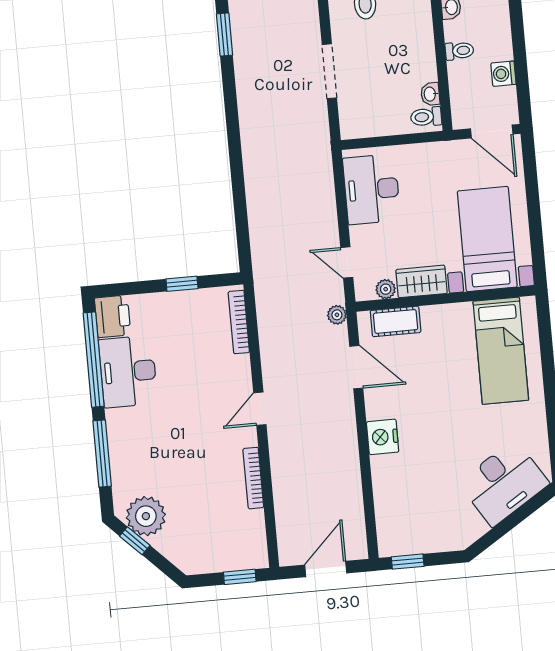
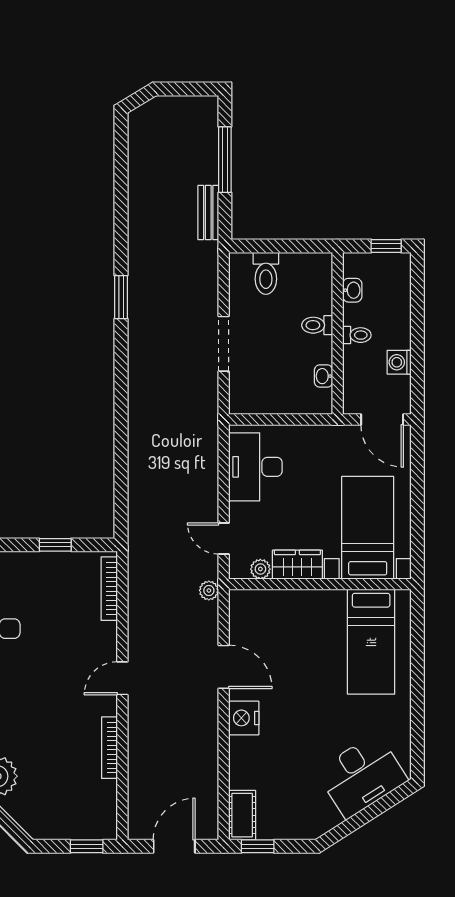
toilet: (426, 117) -> (317, 325), moved
cot: (396, 321) -> (242, 815), moved, turned 90
door: (356, 367) -> (224, 667), moved

